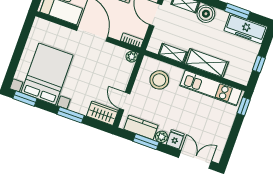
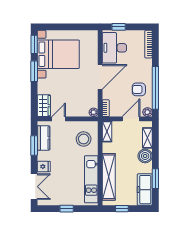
shelving: (173, 53) -> (107, 132), moved
shelving: (206, 63) -> (109, 177), width x1.47
window: (244, 106) -> (67, 209), moved
window: (71, 115) -> (34, 71), moved
plant: (161, 137) -> (42, 156), removed

